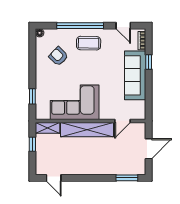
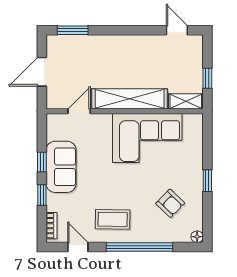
coffee table: (89, 43) -> (113, 219), moved
sofa: (135, 75) -> (61, 167), width x0.73
window: (149, 85) -> (42, 162), added
window: (32, 96) -> (207, 181), moved

